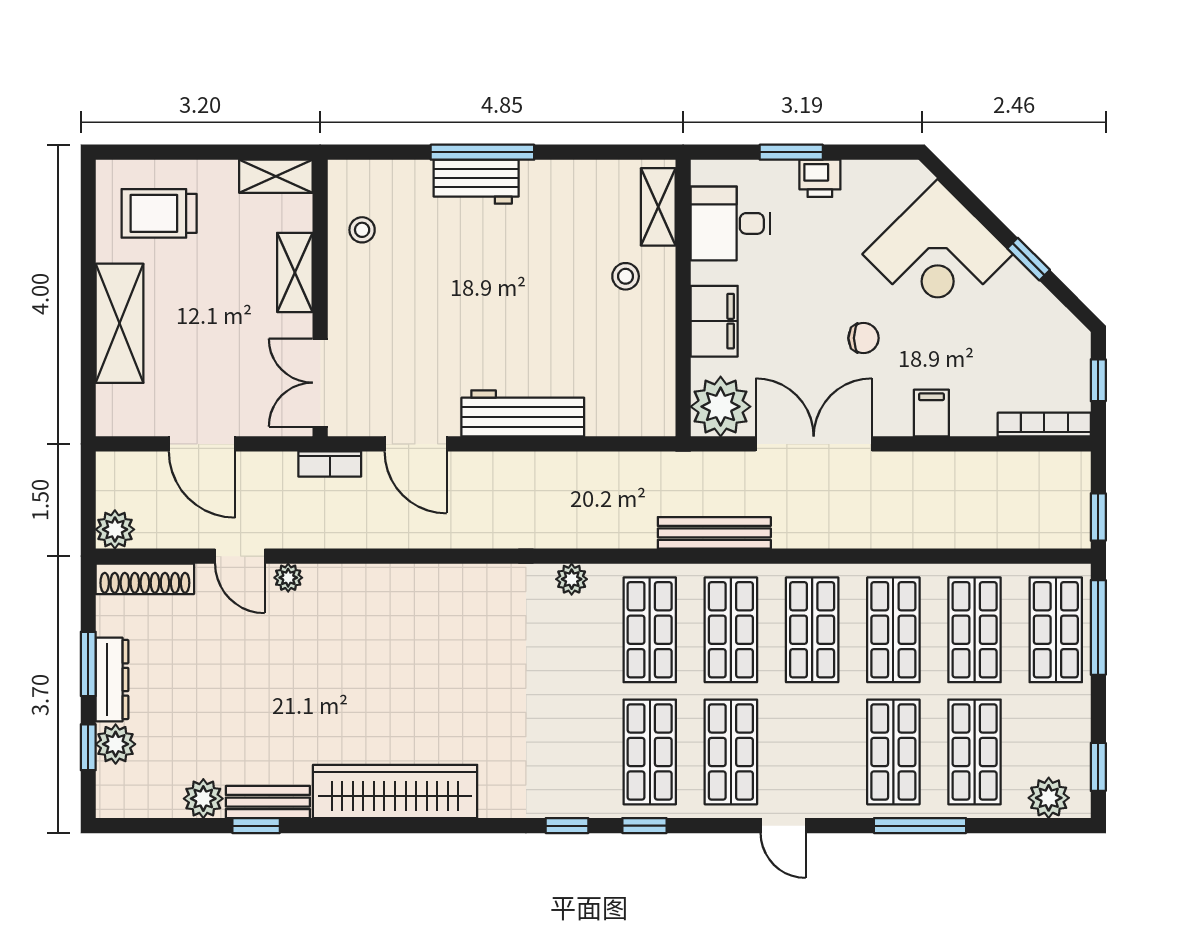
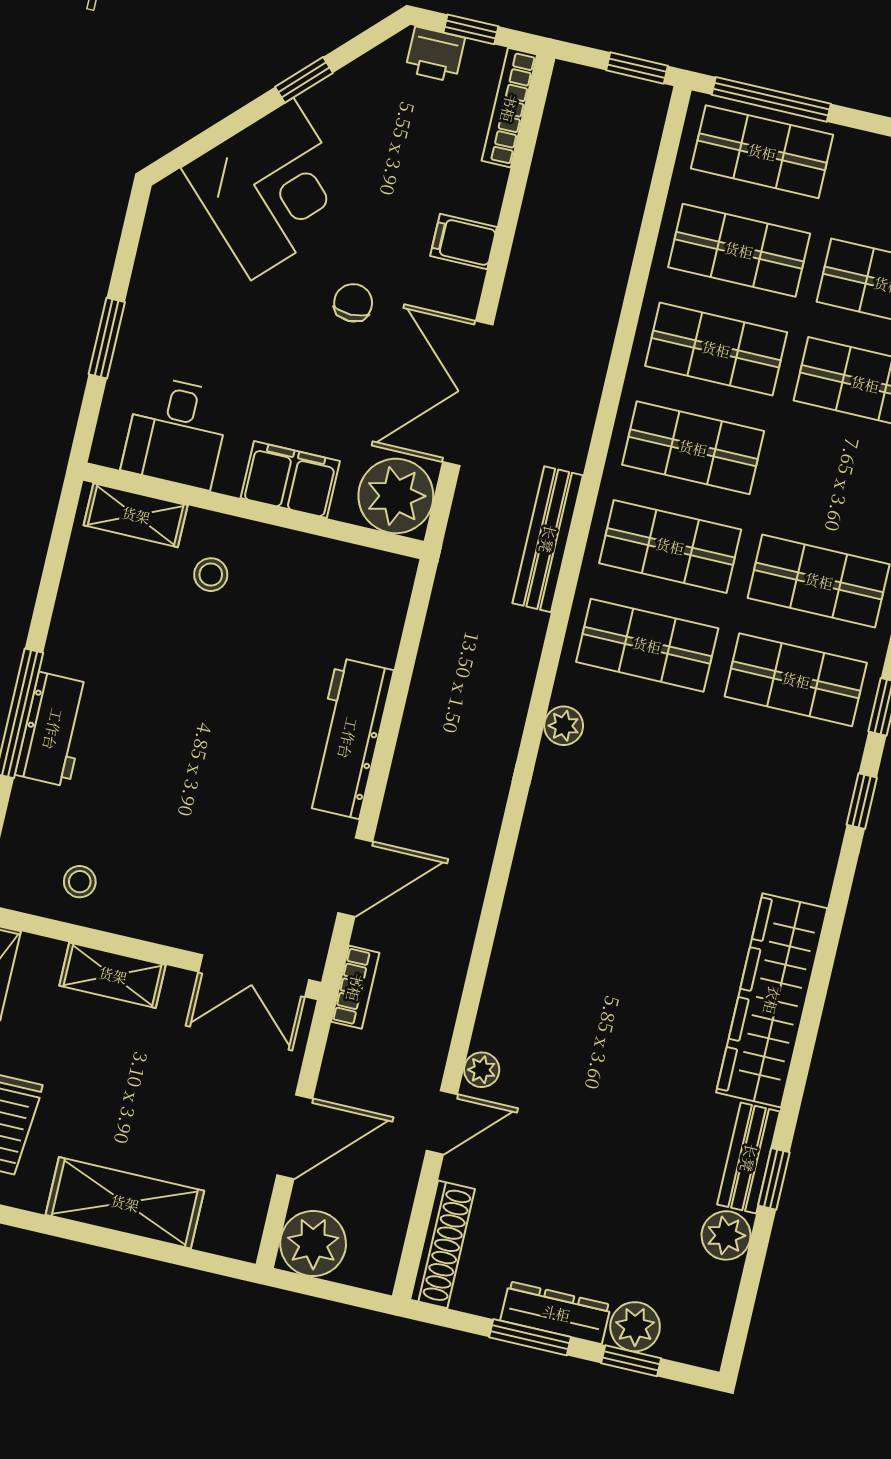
printer: (820, 178) -> (435, 55), moved, turned 90
plant: (115, 529) -> (313, 1244), moved, width x1.36, depth x1.36

